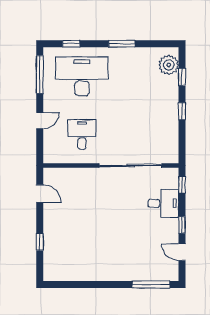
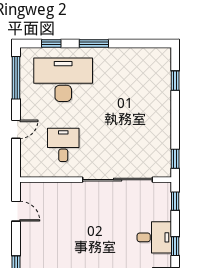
window: (122, 44) -> (94, 43), moved
plant: (169, 65) -> (160, 67), removed
window: (182, 111) -> (175, 159), moved
desk: (163, 203) -> (154, 237), moved

